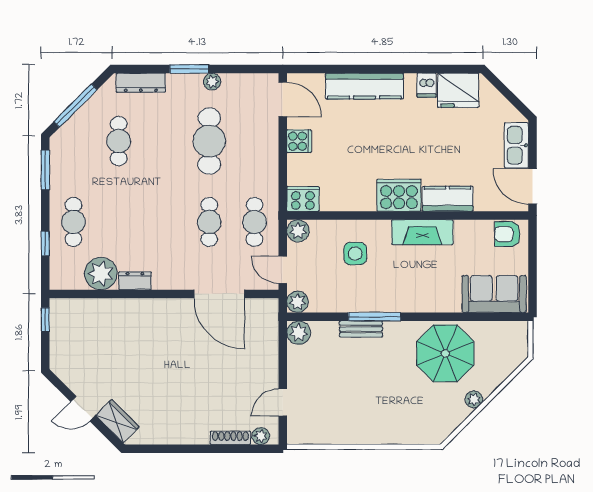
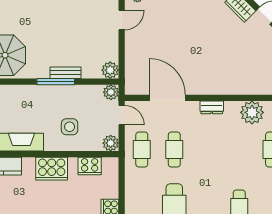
cooker: (399, 195) -> (52, 169), moved
cooker: (303, 199) -> (90, 166), moved
dresser: (135, 281) -> (212, 107), moved

